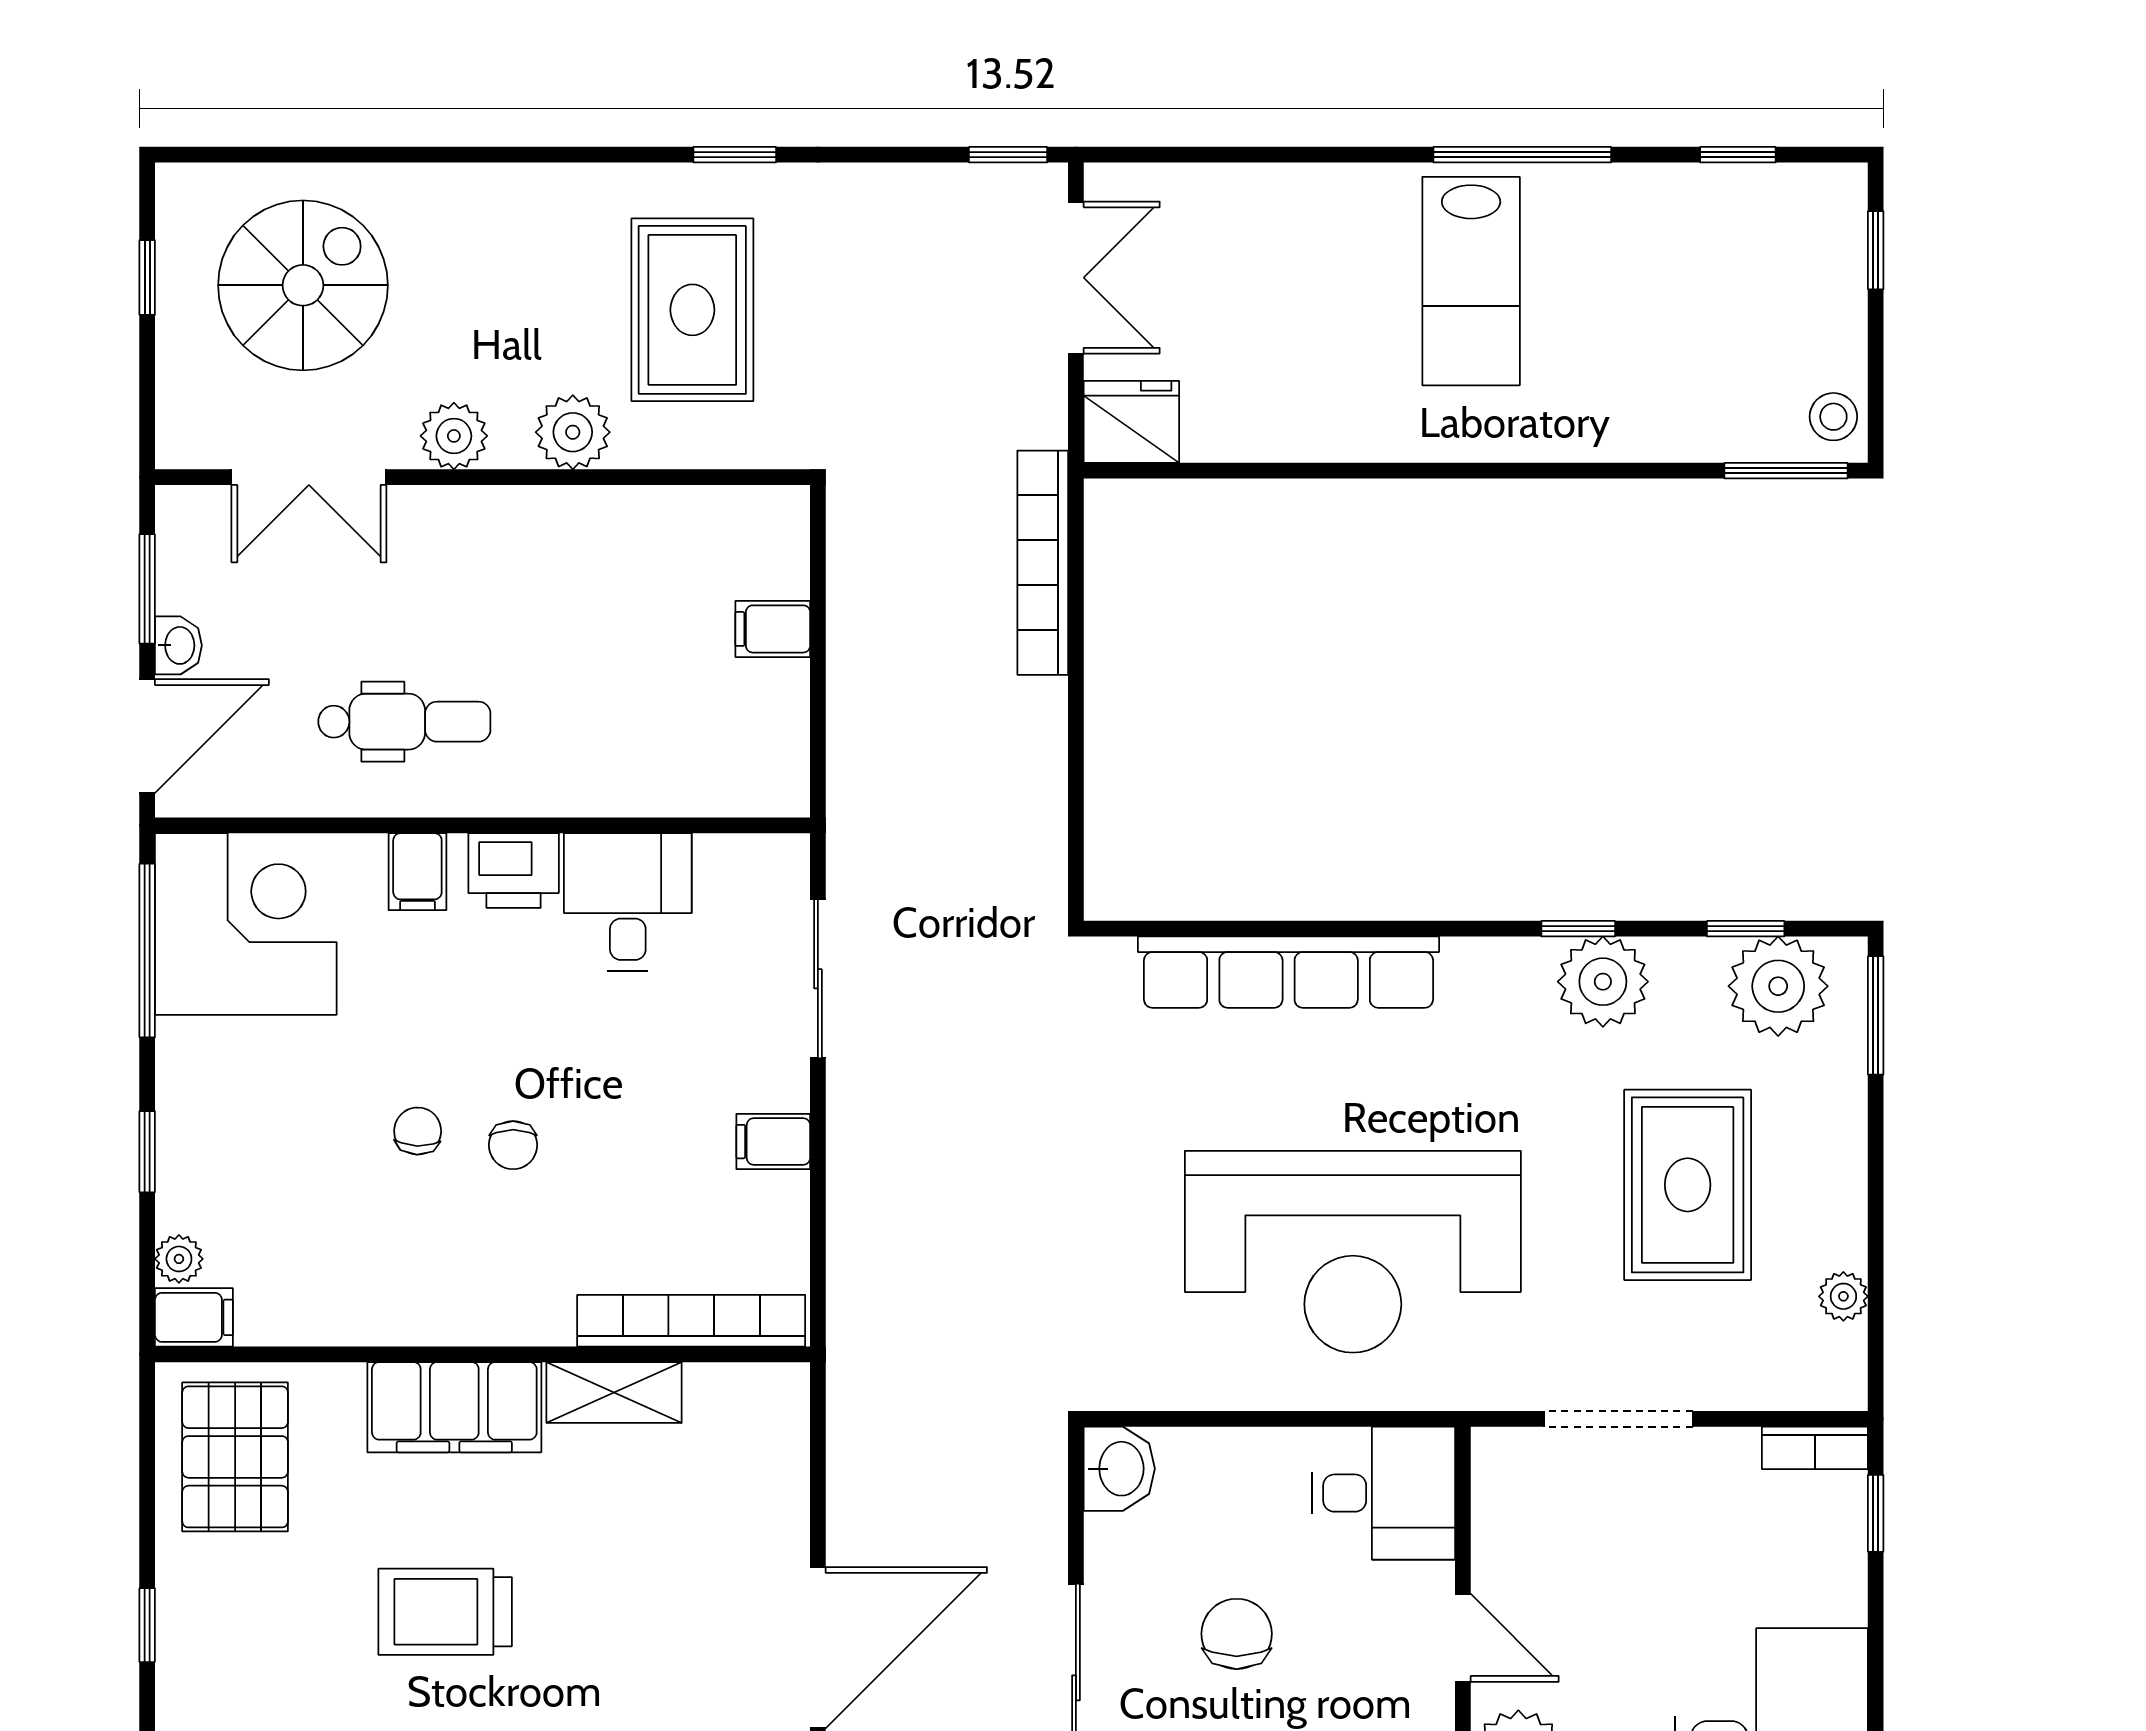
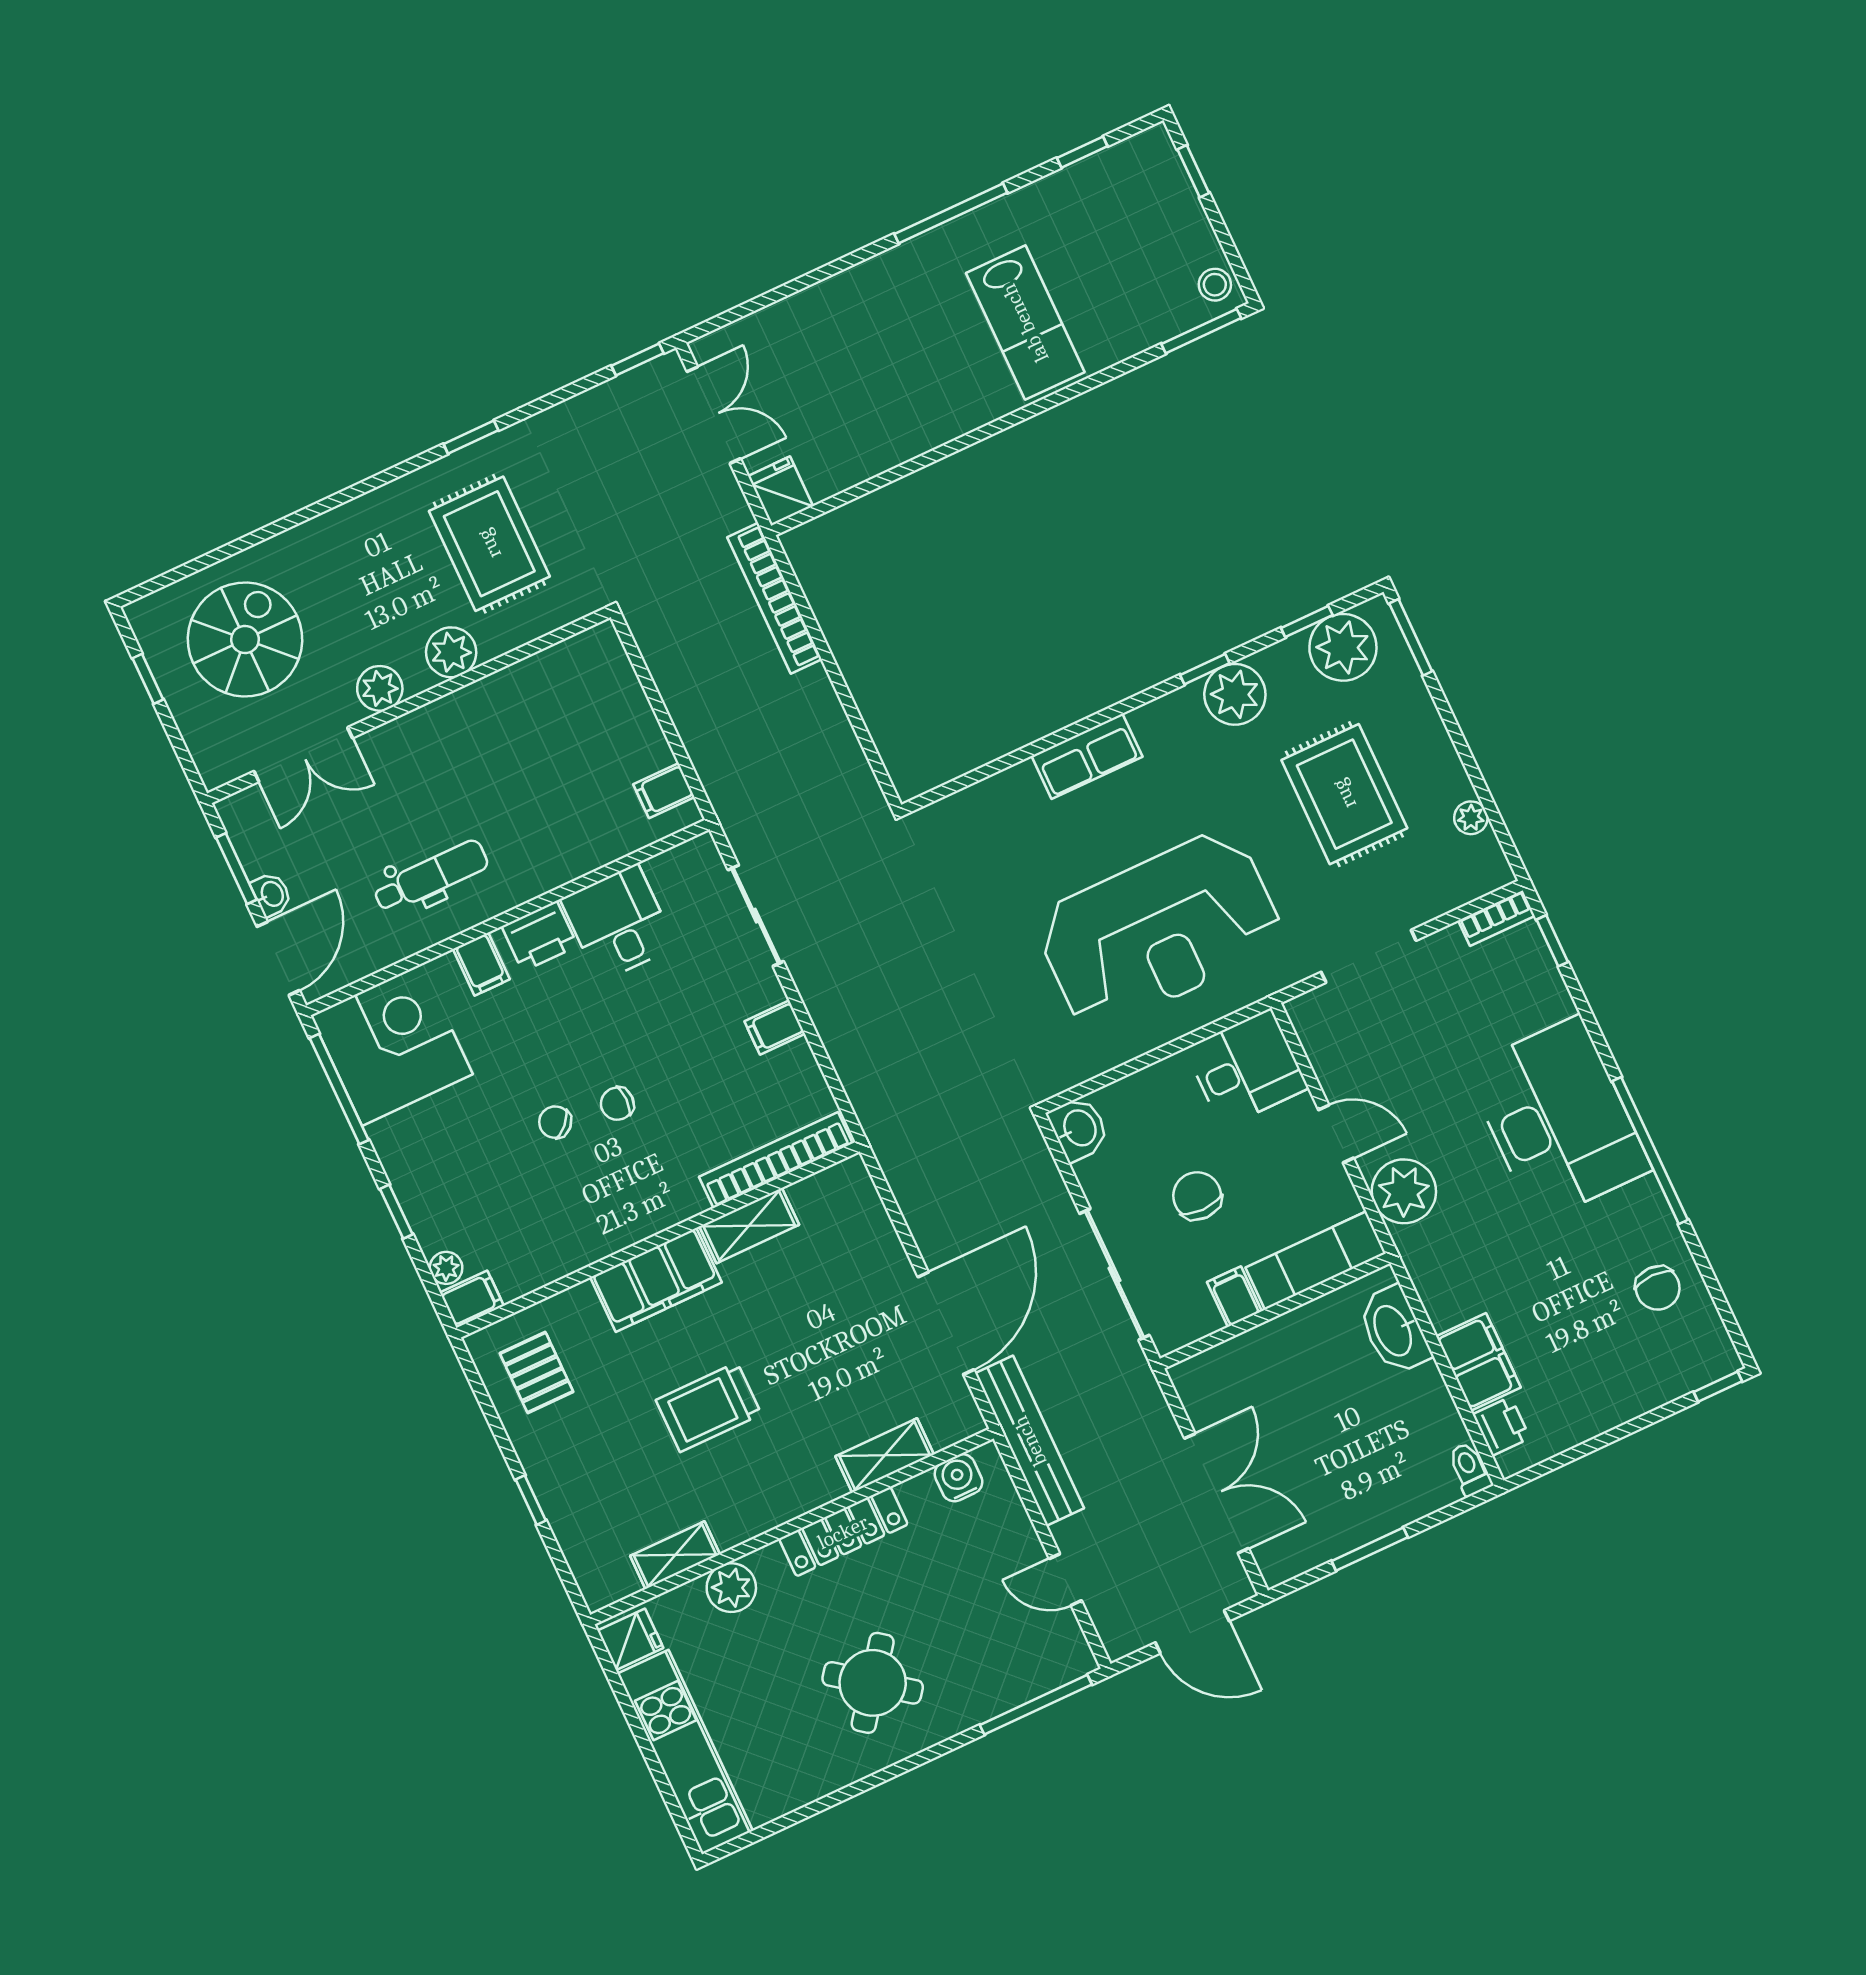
lab bench: (1471, 281) -> (1025, 323), moved
fridge: (1131, 422) -> (781, 491), width x0.72
filing cabinet: (773, 629) -> (664, 791), moved
row of seats: (1289, 972) -> (1087, 756), width x0.50
chair: (418, 1131) -> (555, 1122), turned -48
chair: (513, 1145) -> (617, 1104), turned 90
pallet: (235, 1457) -> (537, 1373), width x0.67, depth x0.71

